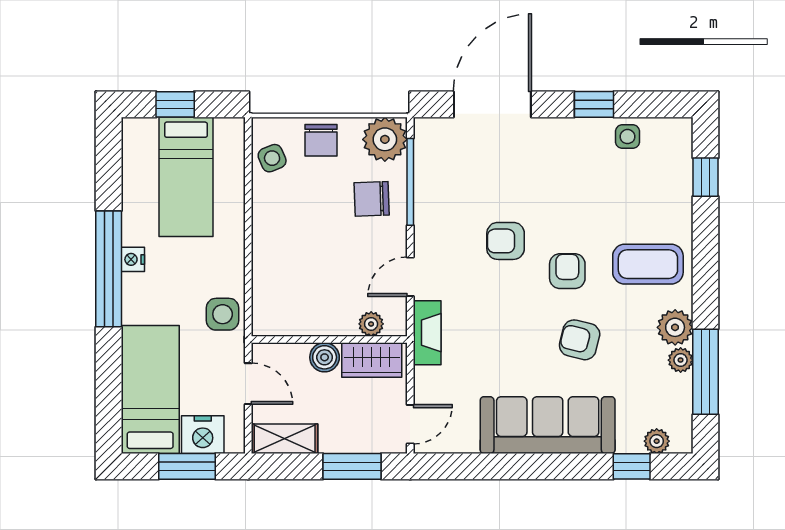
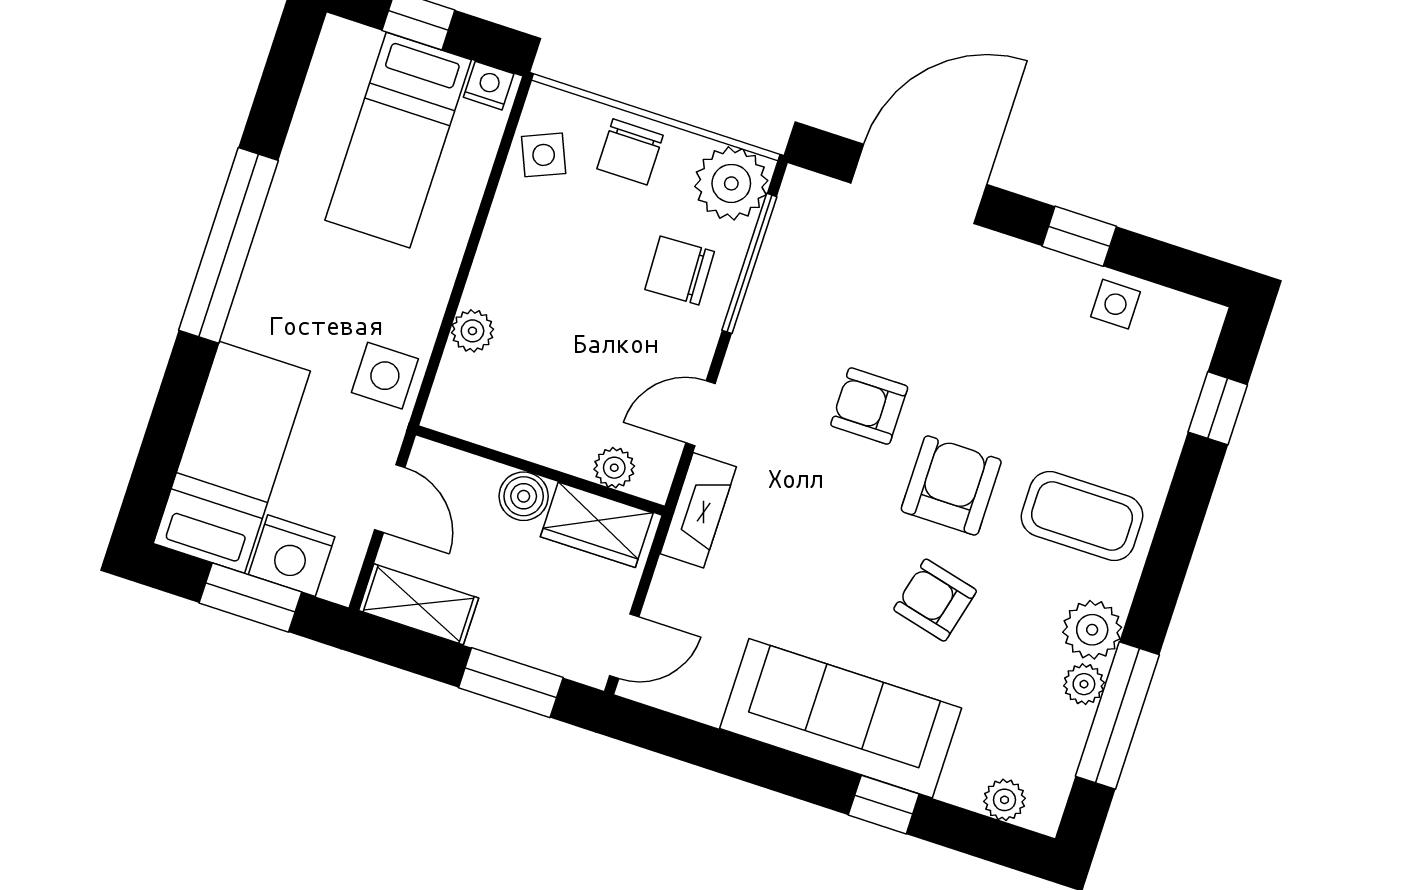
nightstand: (133, 259) -> (489, 86), moved, turned 90
armchair: (567, 271) -> (951, 485), width x1.38, depth x1.38
plant: (264, 272) -> (472, 331), added
window: (632, 466) -> (884, 805), moved

